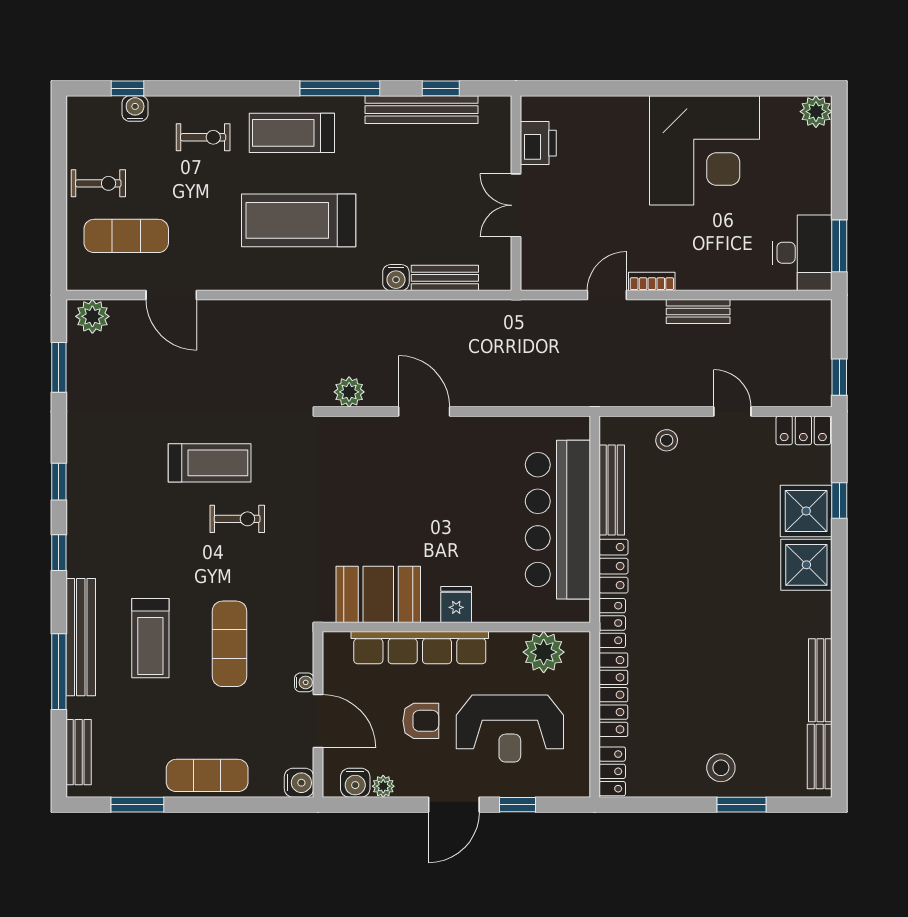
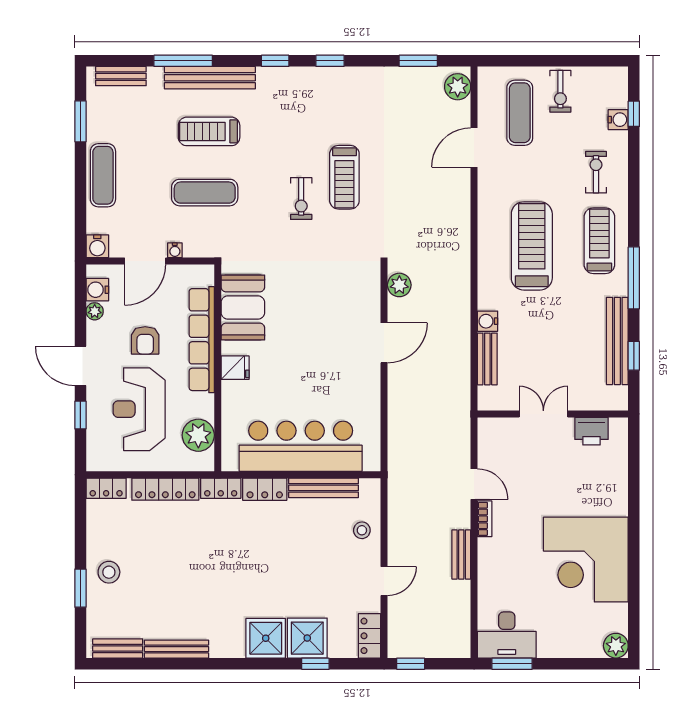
exercise bike: (203, 137) -> (596, 172), turned 180

